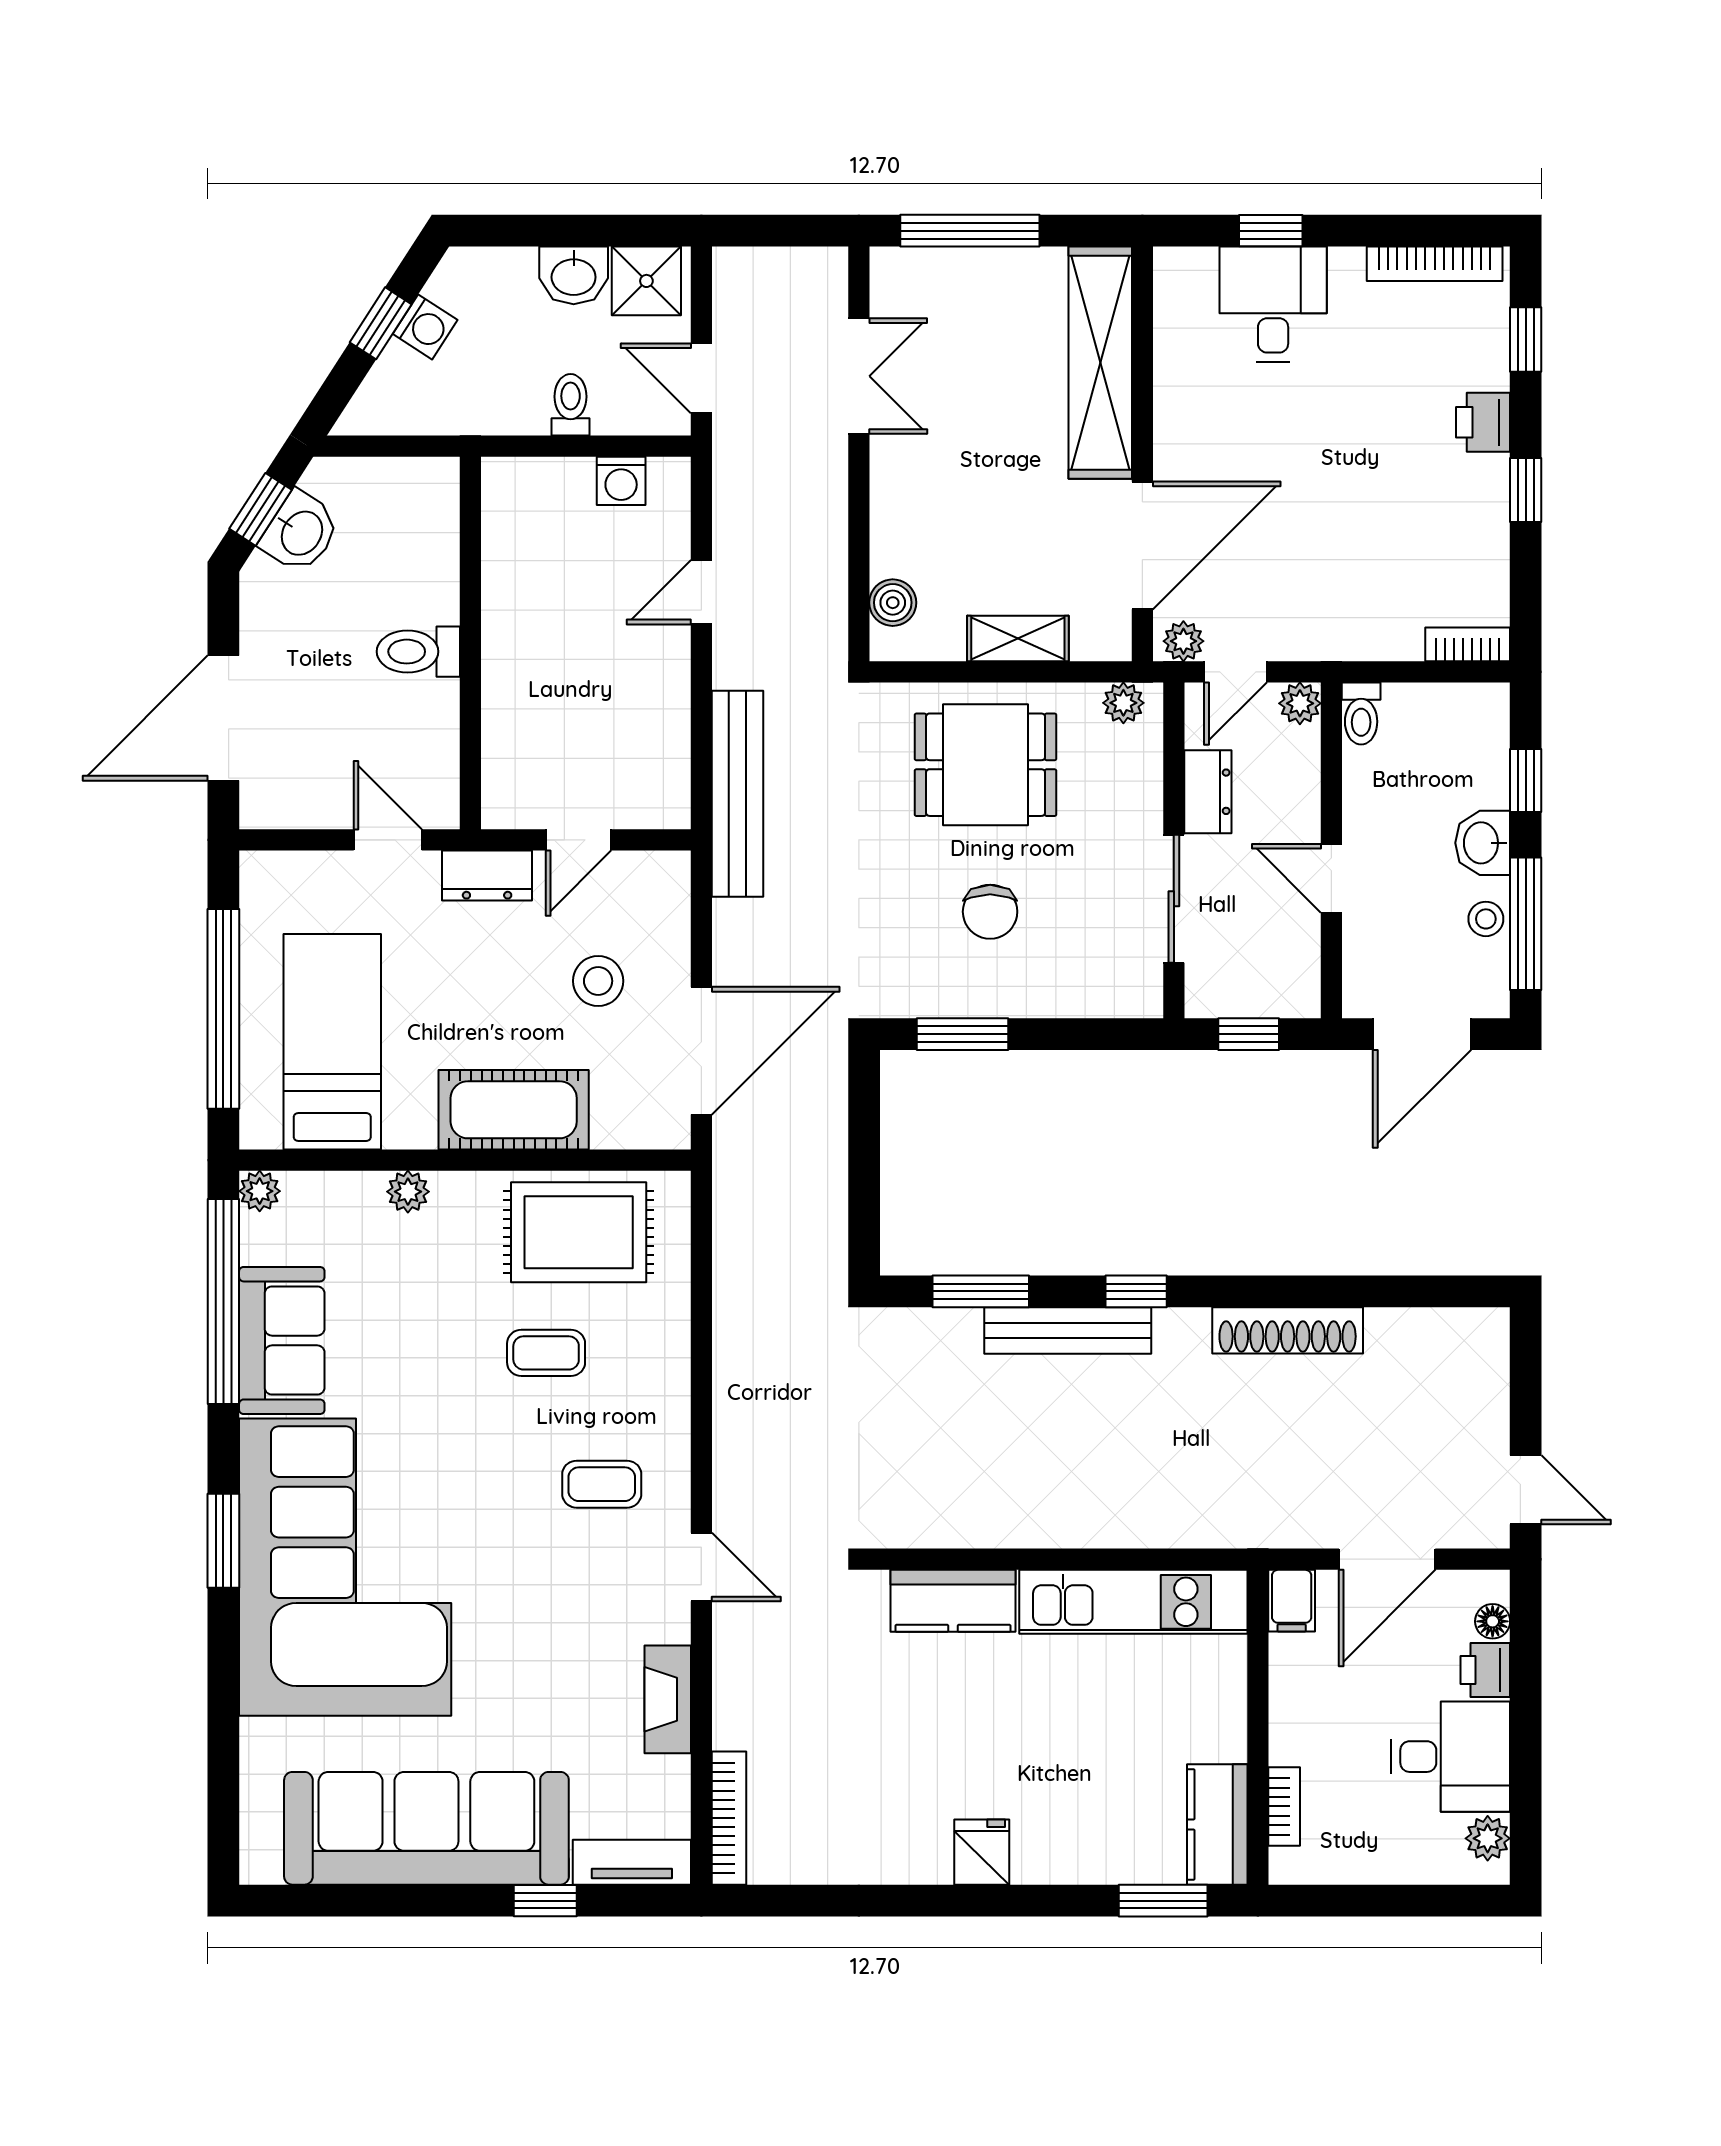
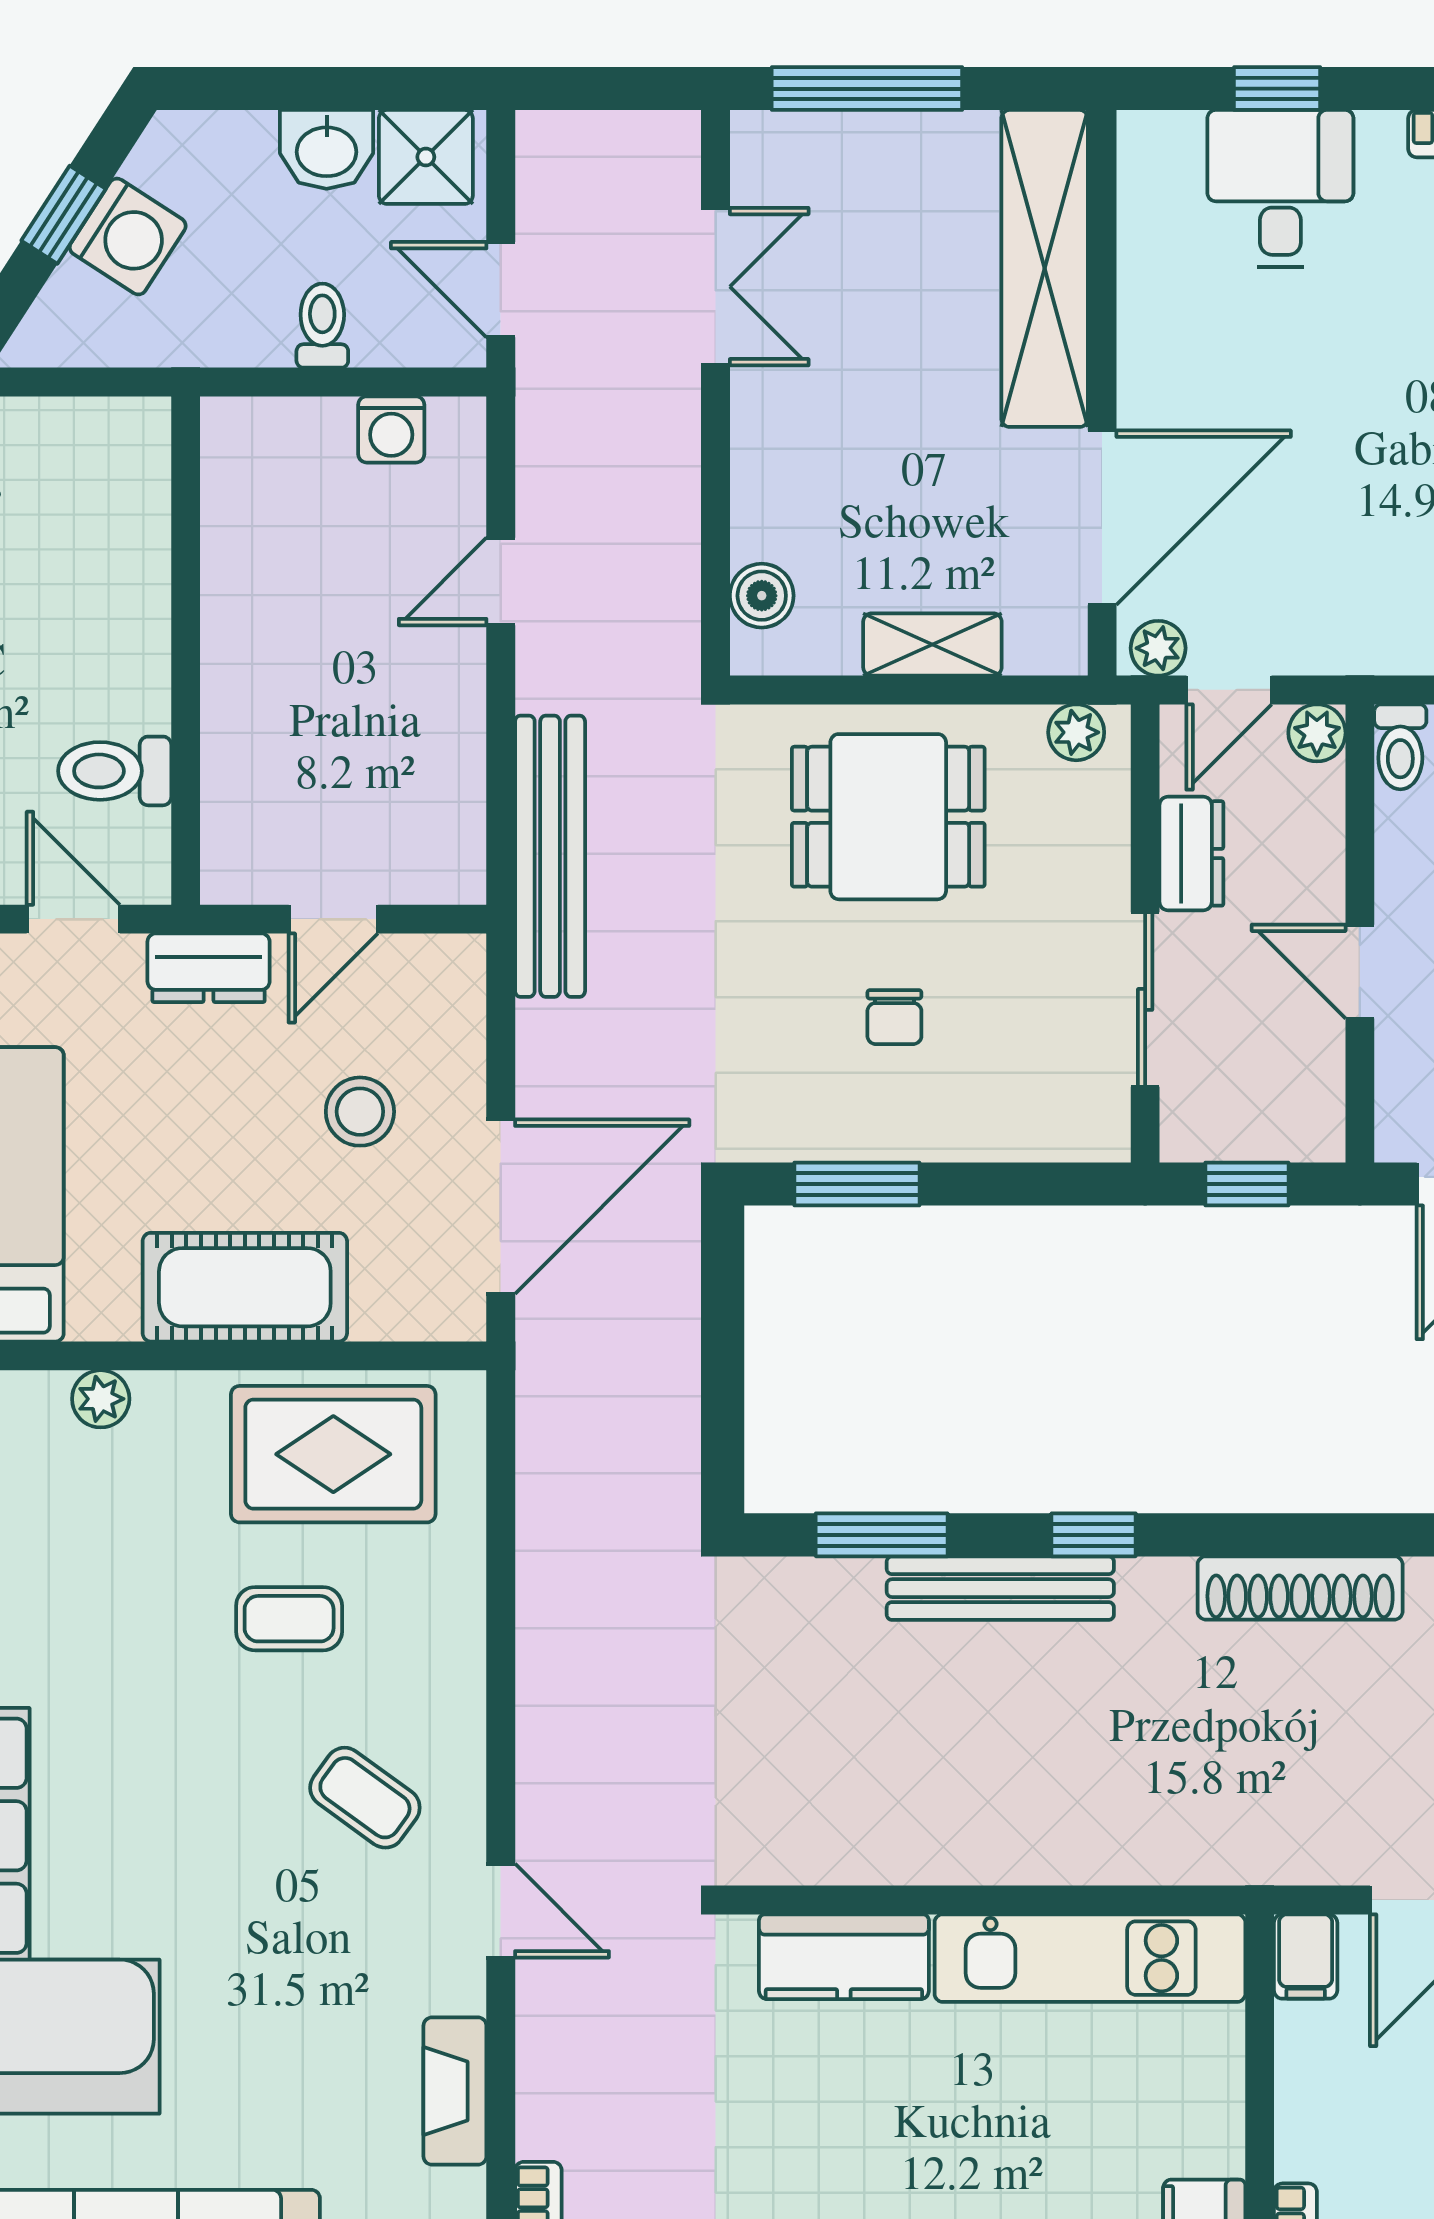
washing machine: (425, 327) -> (128, 237), width x1.38, depth x1.38
toilet: (418, 652) -> (115, 771), moved
chair: (990, 912) -> (894, 1017), width x0.73, depth x0.73
coffee table: (602, 1484) -> (365, 1798), turned 36

